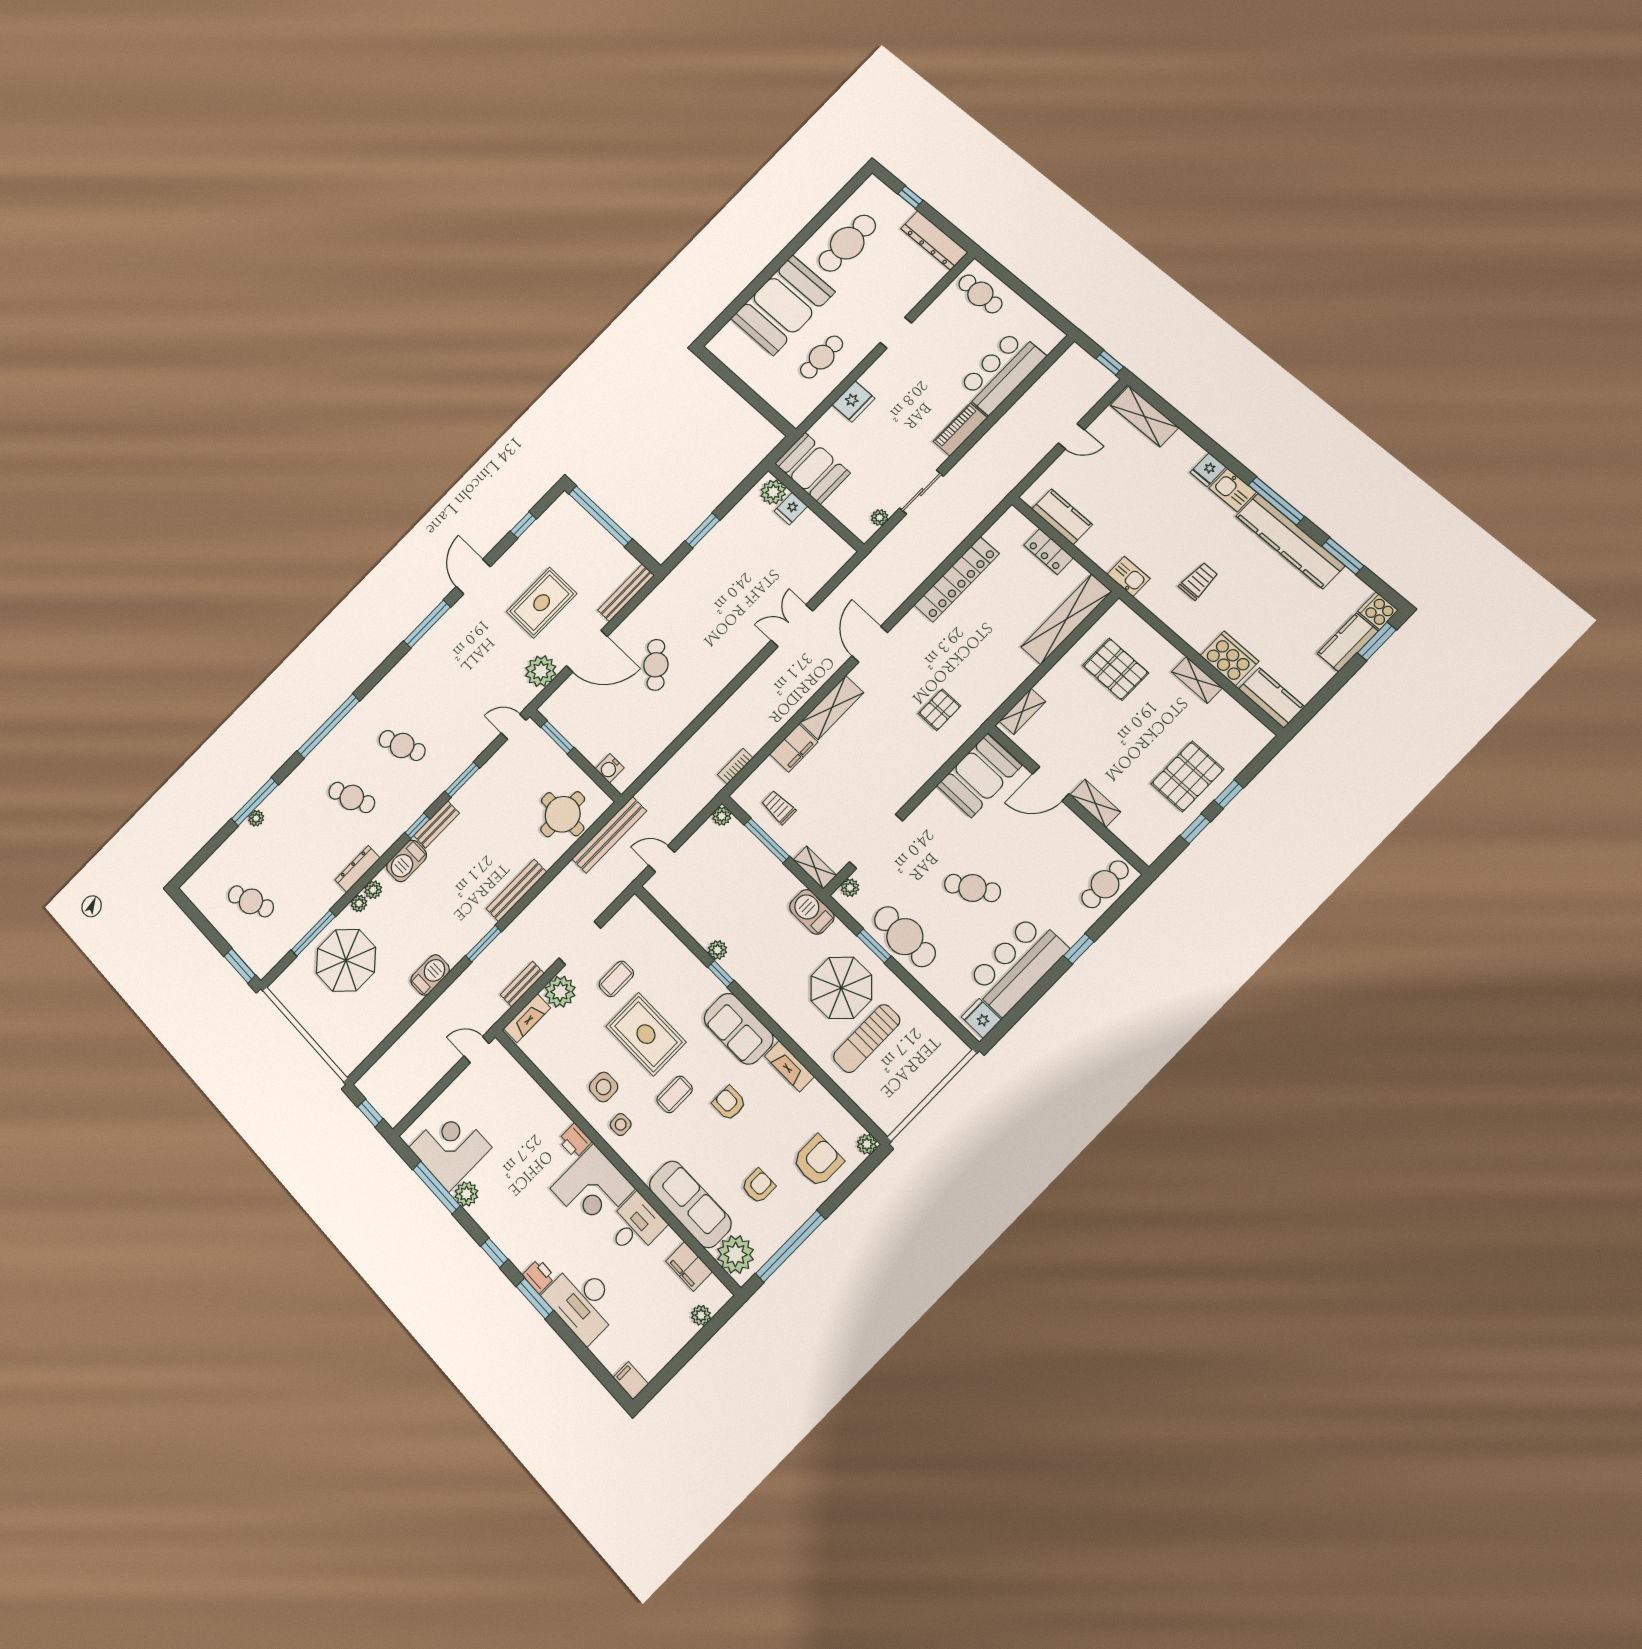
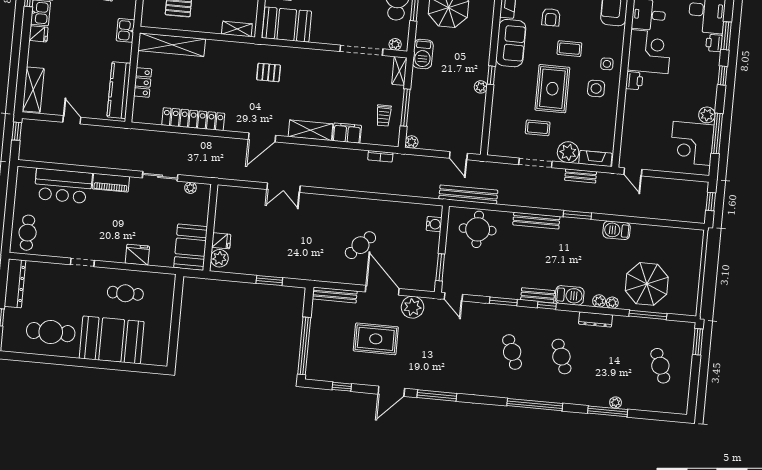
kitchen counter: (1062, 517) -> (119, 90), width x1.50

